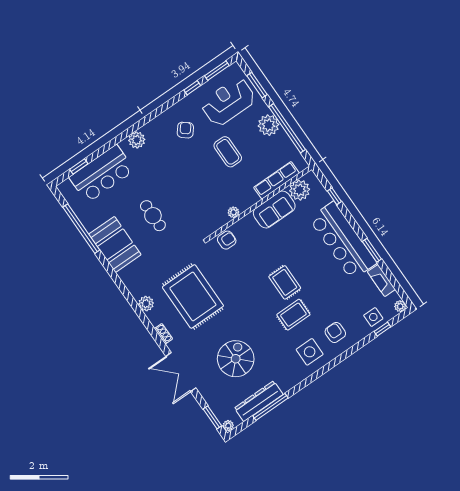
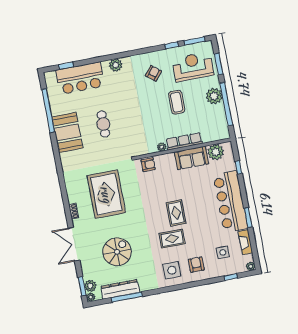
row of seats: (276, 180) -> (184, 141), moved
plant: (146, 304) -> (90, 286), moved
side table: (373, 317) -> (223, 252), moved

